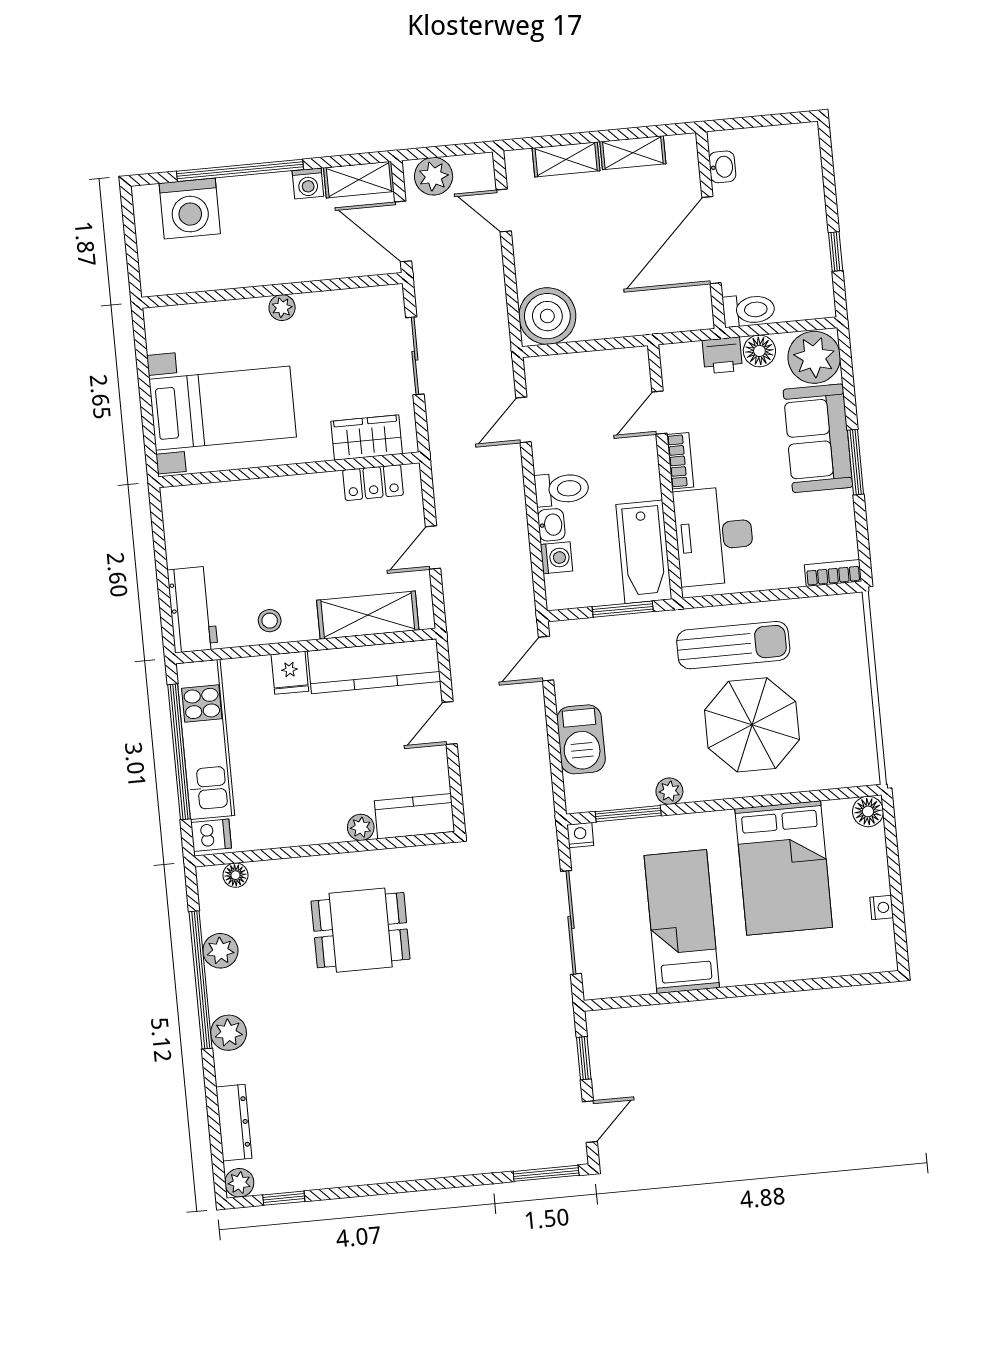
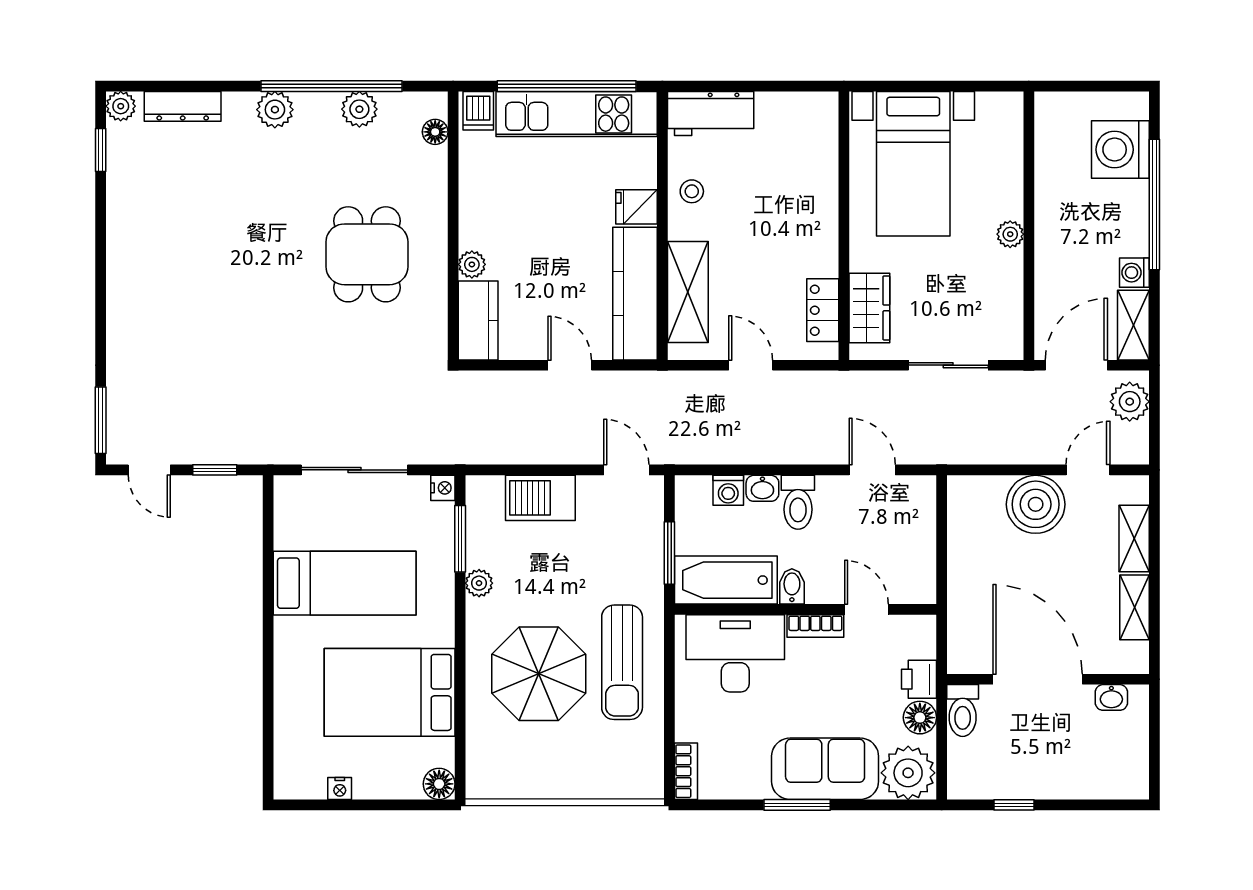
boiler: (547, 316) -> (1036, 504), moved
bidet: (644, 487) -> (792, 586), added

